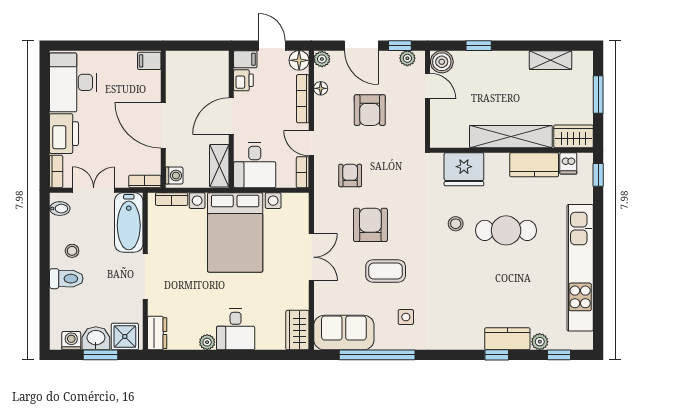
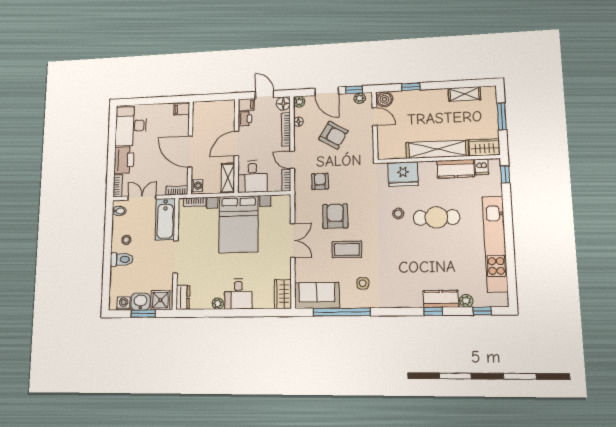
armchair: (370, 110) -> (333, 135), turned -59

